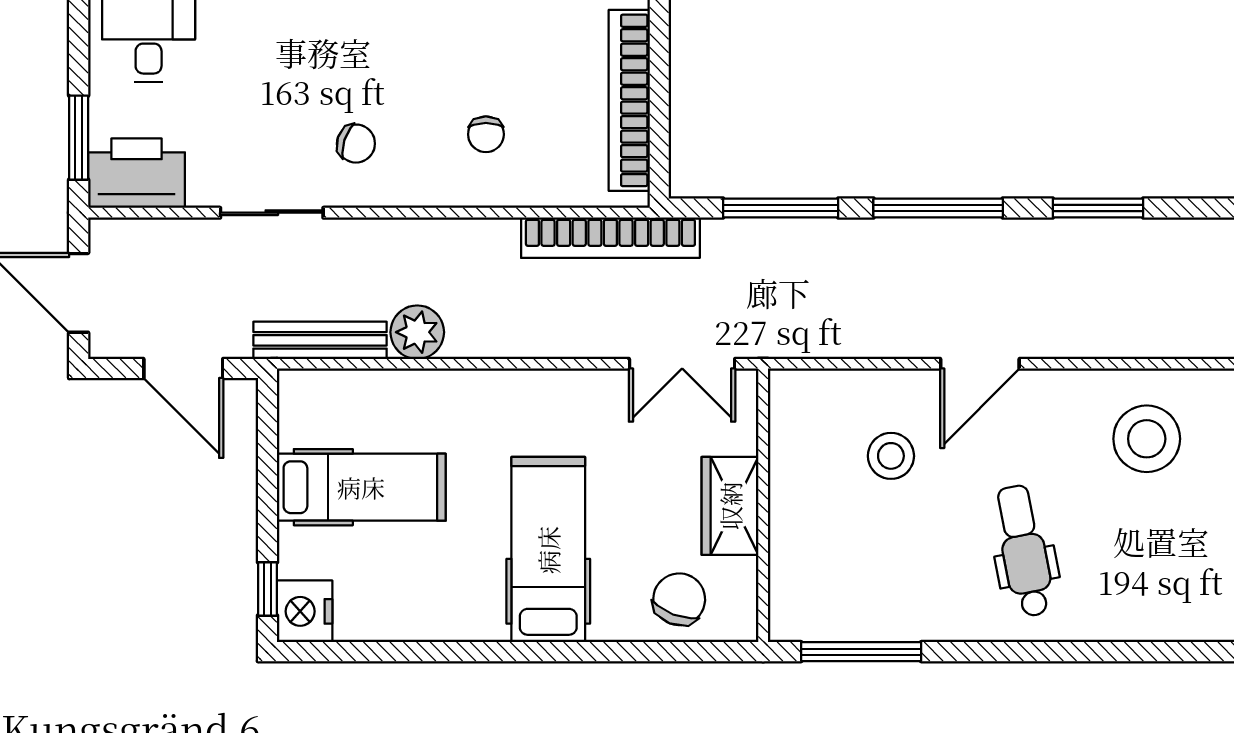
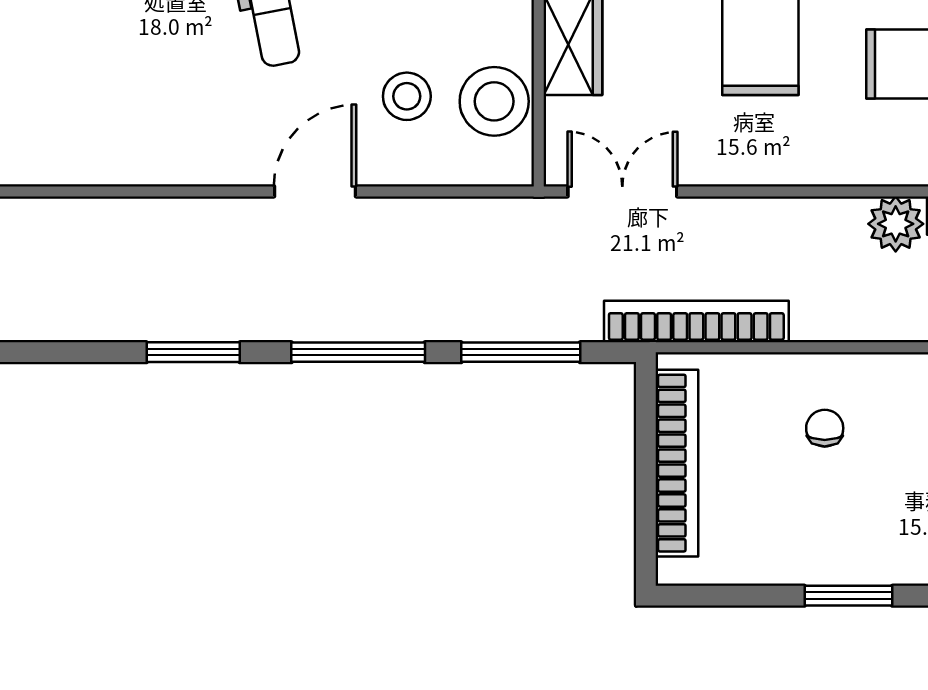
stool: (1147, 439) -> (494, 101), moved

